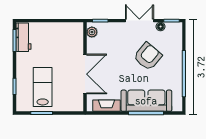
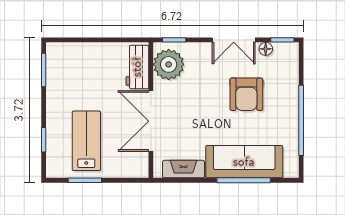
double door: (139, 21) -> (234, 40), swing flipped
plant: (92, 32) -> (169, 64), width x1.87, depth x1.87
workbench: (23, 37) -> (137, 67), moved, turned 180
armchair: (148, 56) -> (246, 94), turned 140
double door: (85, 74) -> (151, 121), swing flipped

